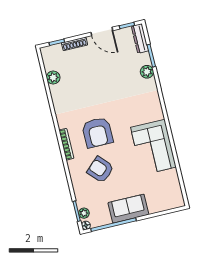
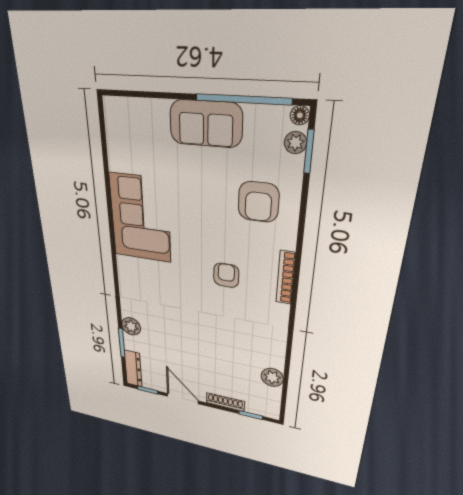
armchair: (97, 132) -> (226, 275), width x0.53, depth x0.53
armchair: (100, 170) -> (258, 202), moved, turned 43

